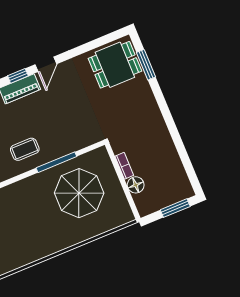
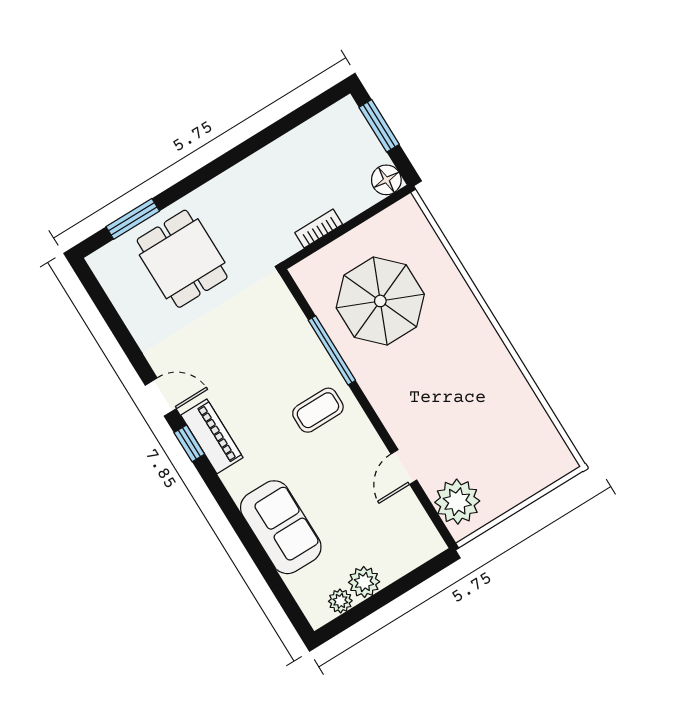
dining table: (115, 65) -> (182, 259), moved
coffee table: (25, 149) -> (318, 410), turned 90
floor lamp: (136, 185) -> (386, 180), moved

